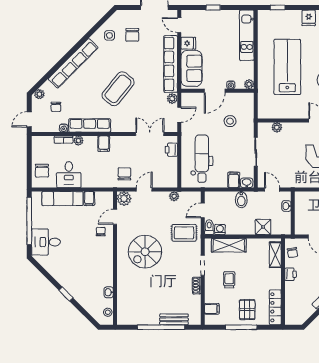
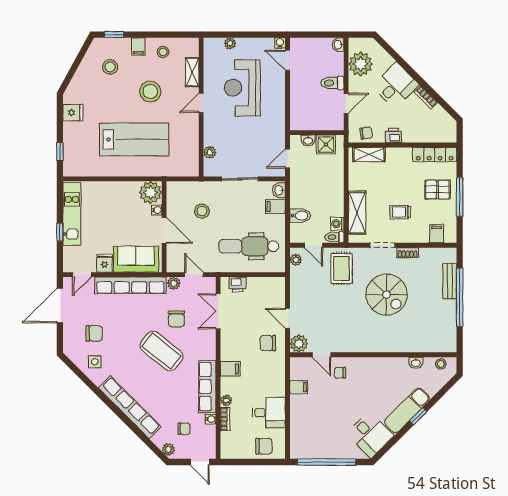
kitchen unit: (247, 35) -> (72, 214), moved, turned -90
lab bench: (287, 67) -> (134, 139), turned 180
plant: (249, 84) -> (150, 192), width x1.88, depth x1.88
chair: (144, 101) -> (176, 319), added
plant: (174, 196) -> (296, 260), moved
exam couch: (62, 199) -> (407, 410), moved, turned -135
bidet: (241, 200) -> (300, 216), moved
shower: (263, 227) -> (326, 144), moved
desk: (46, 242) -> (370, 435), moved, turned -45
spiral stairs: (145, 252) -> (387, 295), moved

